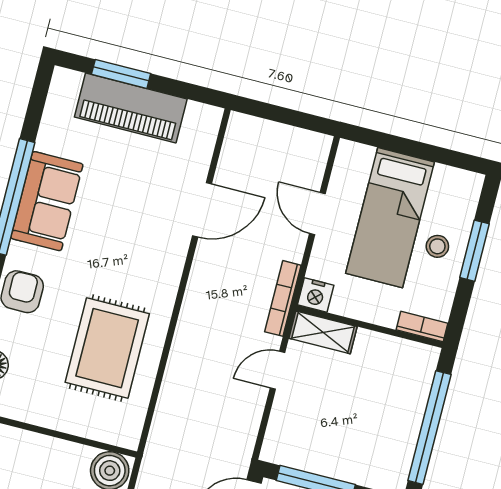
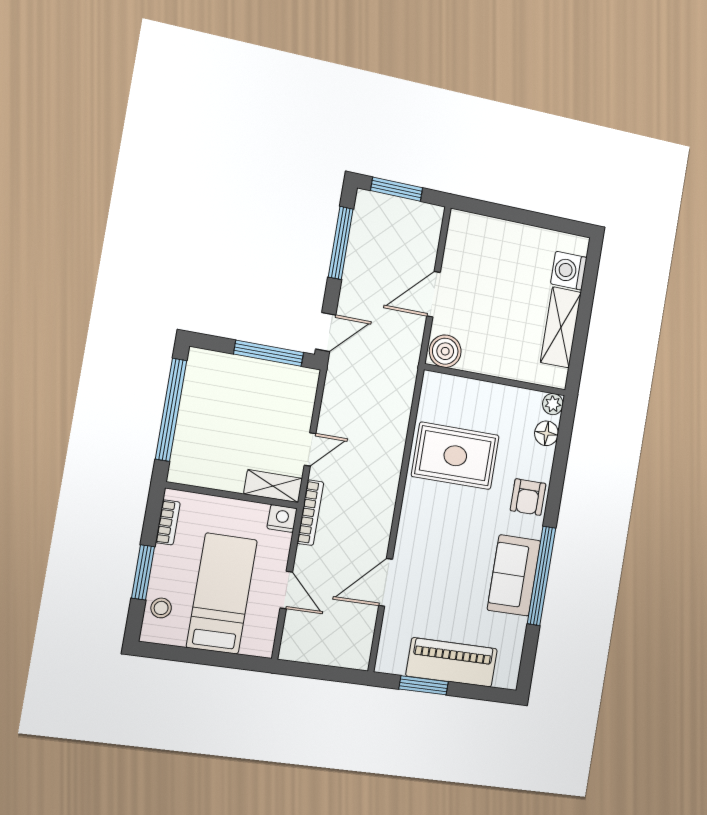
window: (121, 74) -> (424, 685), moved
stool: (437, 246) -> (161, 608), moved
bookcase: (422, 327) -> (168, 522), moved, turned -90
rug: (107, 348) -> (455, 456), turned 90

